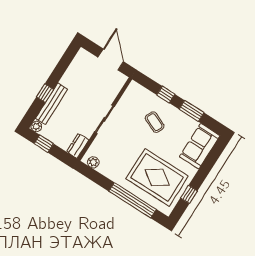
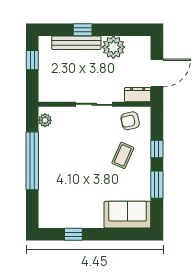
armchair: (133, 101) -> (130, 121), added
plant: (36, 126) -> (113, 47), moved, width x1.88, depth x1.88
dresser: (78, 146) -> (138, 95), moved
rug: (157, 177) -> (70, 192), removed
window: (133, 200) -> (32, 161), moved

